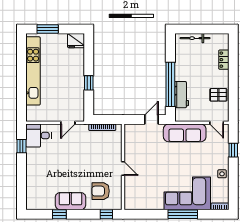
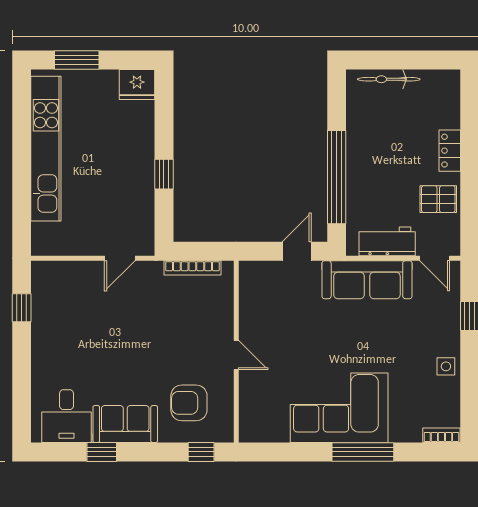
locker: (224, 60) -> (450, 151), moved
workbench: (182, 95) -> (387, 241), moved, turned -90
desk: (38, 135) -> (67, 416), moved, turned -90
corner sofa: (187, 193) -> (339, 408), moved

